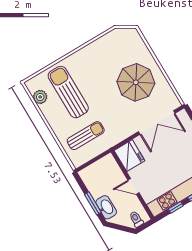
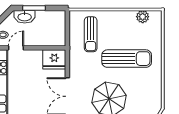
sun lounger: (68, 92) -> (127, 59), moved
door: (133, 187) -> (16, 48), moved

